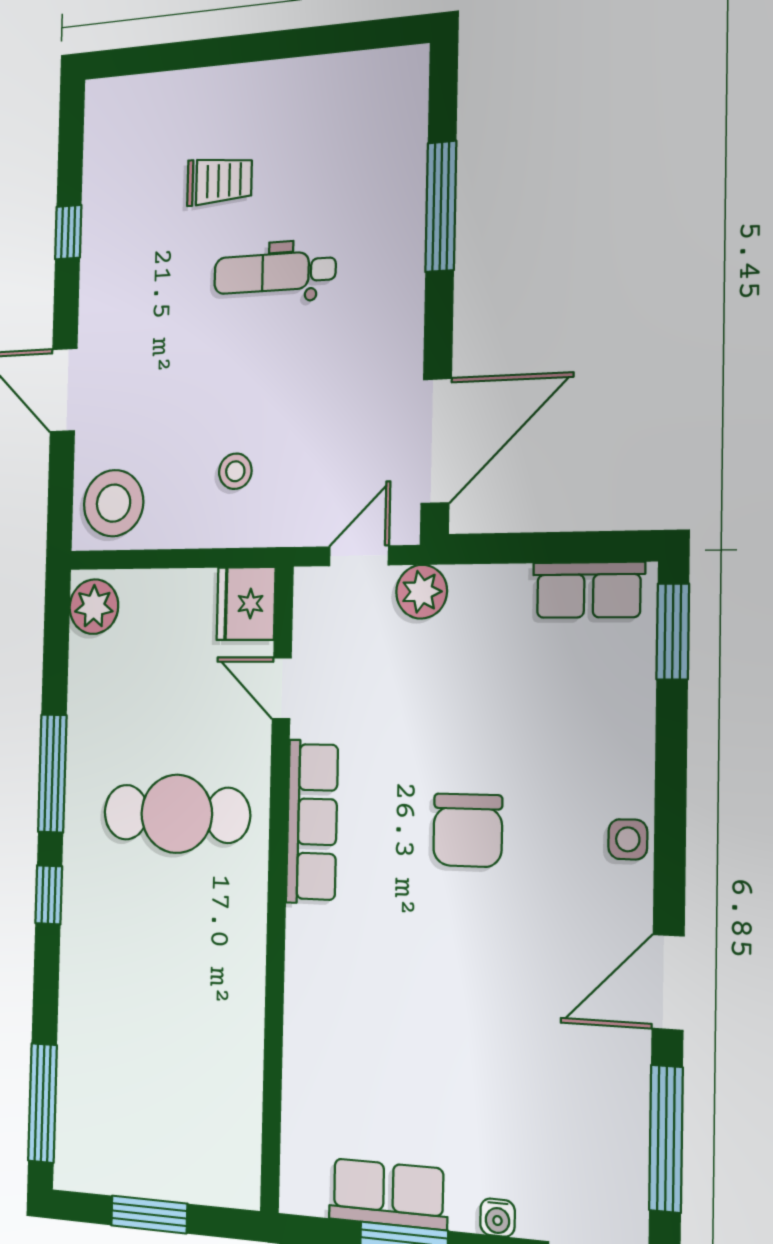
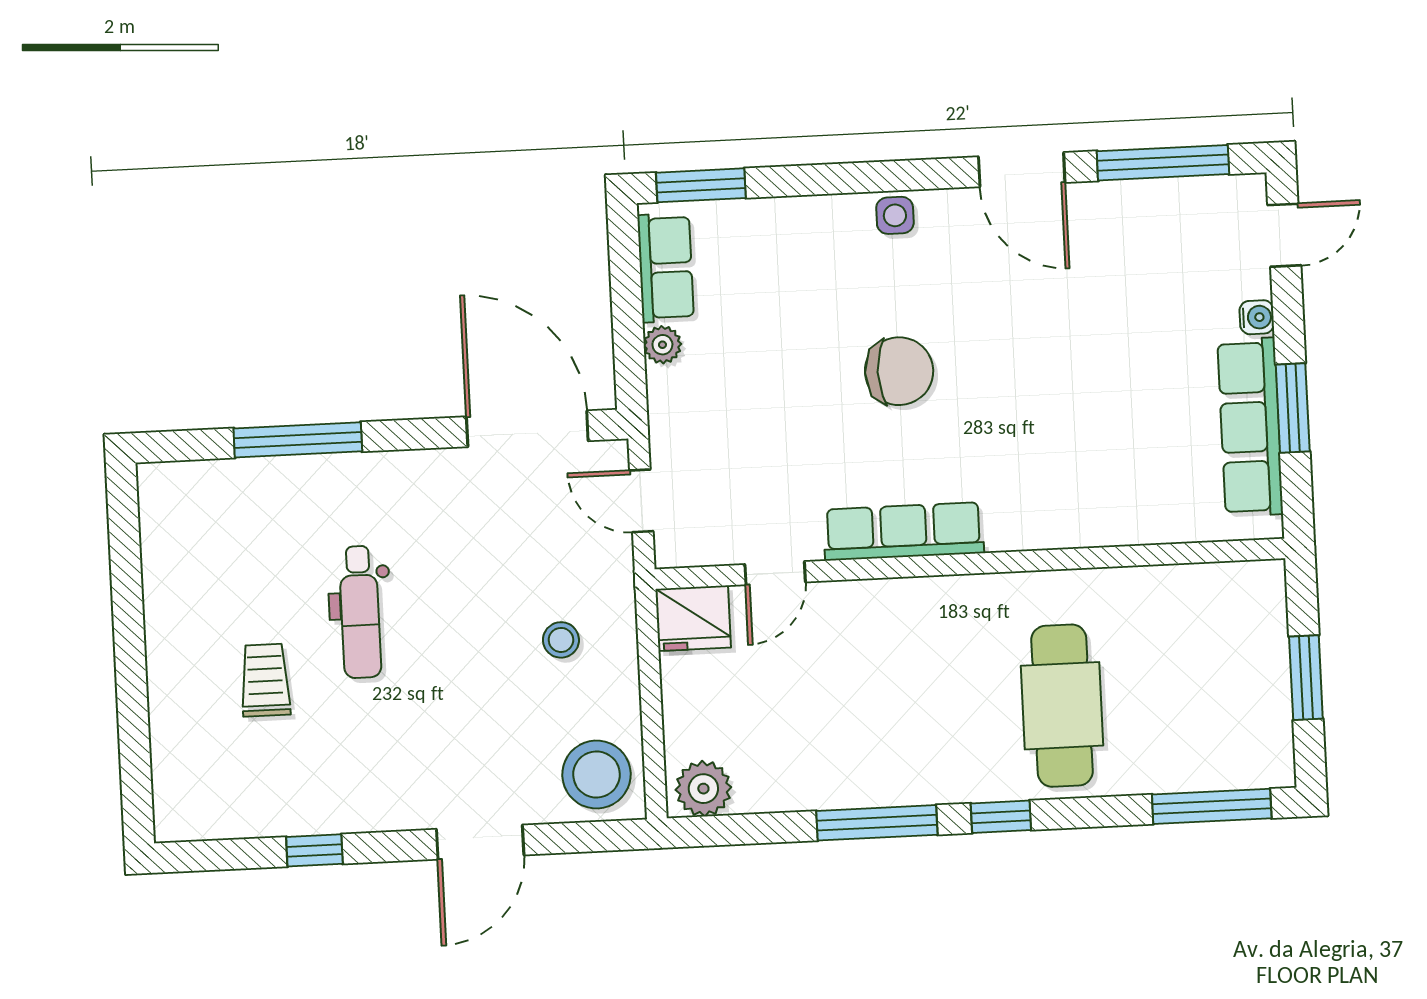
plant: (422, 592) -> (662, 345), moved, width x0.73, depth x0.73
cafe table: (177, 814) -> (1062, 706), moved
row of seats: (388, 1194) -> (1250, 427), width x1.48

